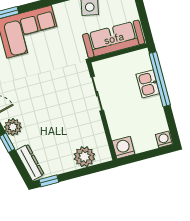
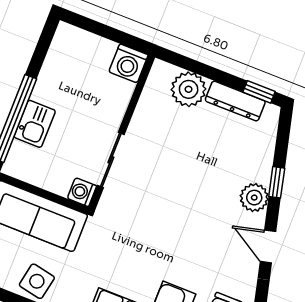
washing machine: (164, 139) -> (82, 192), moved, turned 90
dresser: (30, 162) -> (235, 101), moved, turned -76

